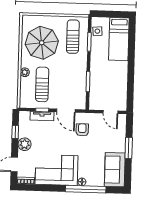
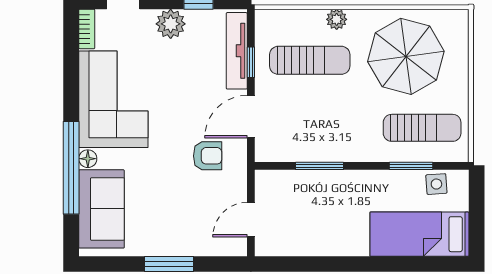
tv unit: (42, 116) -> (237, 51), width x1.41
sofa: (115, 170) -> (102, 209), moved, turned 90

